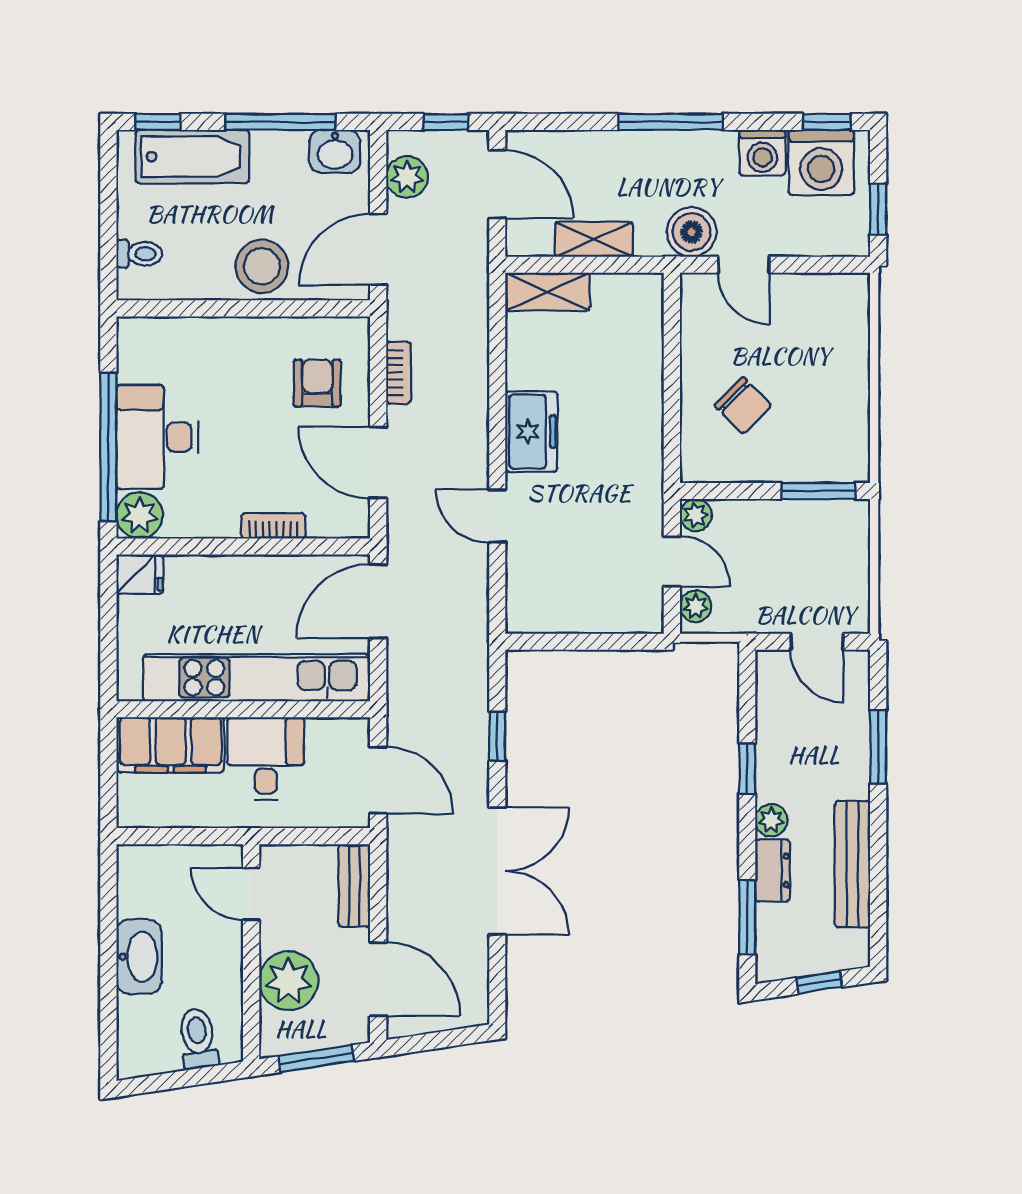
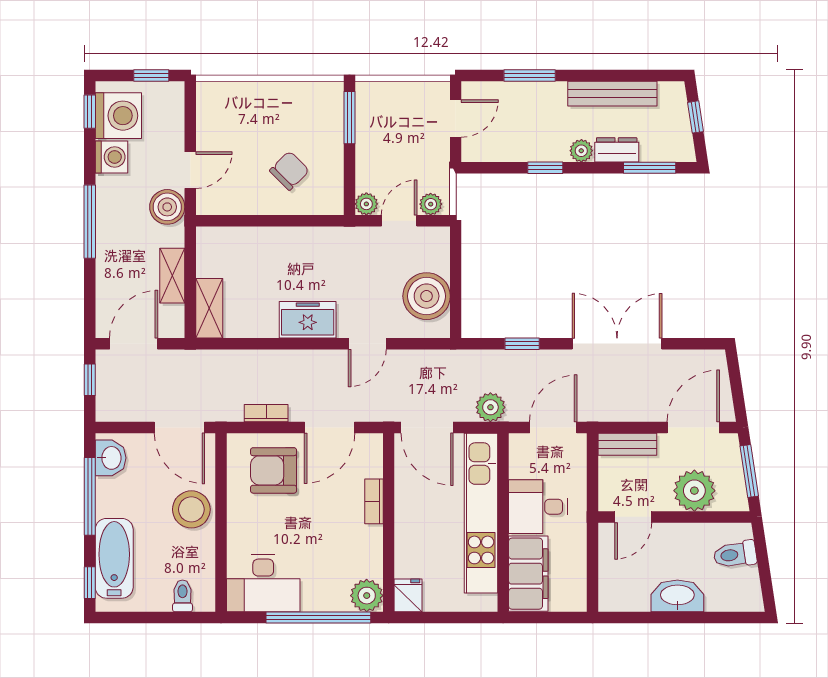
plant: (407, 177) -> (490, 407), moved
armchair: (317, 383) -> (274, 470), width x1.38, depth x1.38
desk: (157, 437) -> (263, 583), moved
boiler: (565, 600) -> (427, 296), added

